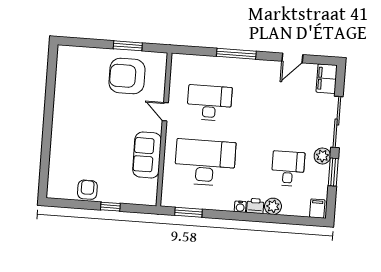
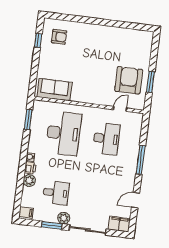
door: (292, 58) -> (136, 200), hinge flipped
door: (165, 112) -> (120, 109), moved
sofa: (147, 155) -> (54, 90), moved
armchair: (87, 190) -> (59, 37), moved
window: (110, 207) -> (38, 40), moved

